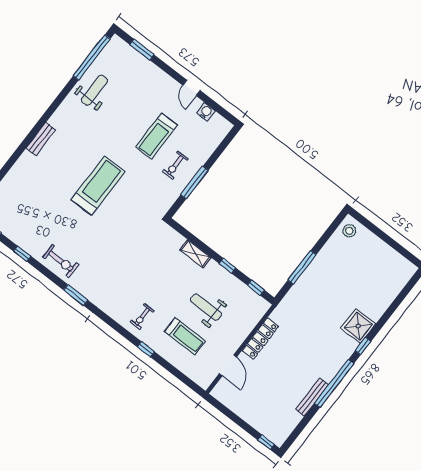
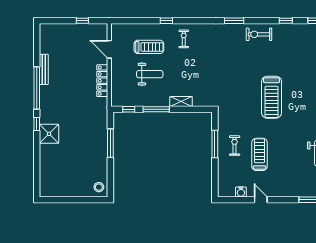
window: (227, 266) -> (156, 109), width x2.17
treadmill: (185, 336) -> (149, 47), turned 180
window: (266, 442) -> (82, 21), moved

